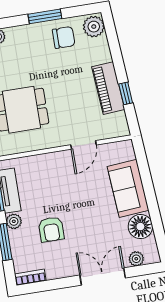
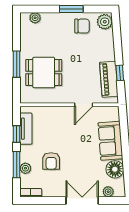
piano: (108, 88) -> (109, 79), moved
plant: (14, 221) -> (25, 168), moved

